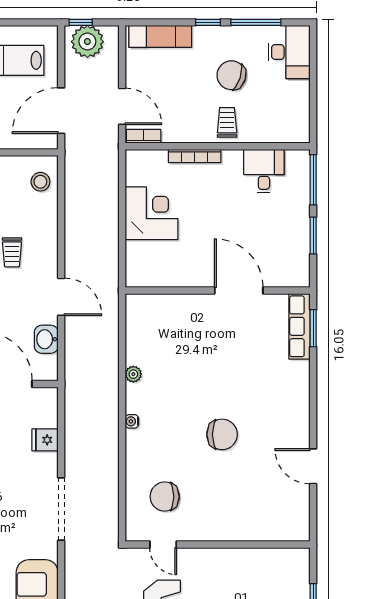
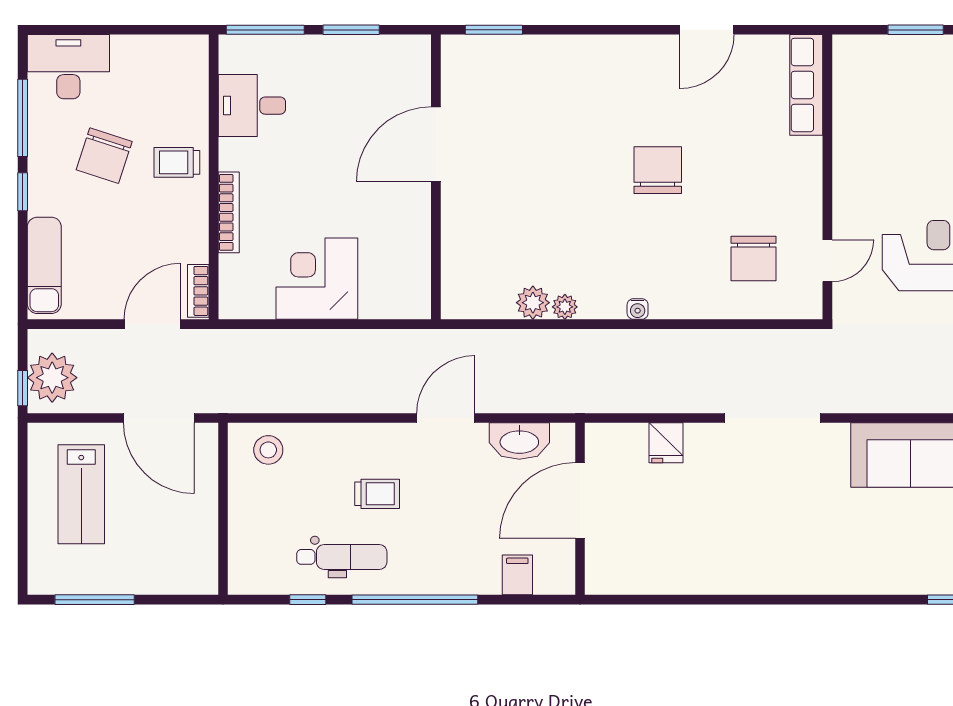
row of seats: (299, 326) -> (806, 85), moved, turned 90
washbasin: (46, 339) -> (519, 441), width x1.38
plant: (136, 353) -> (533, 303), added

